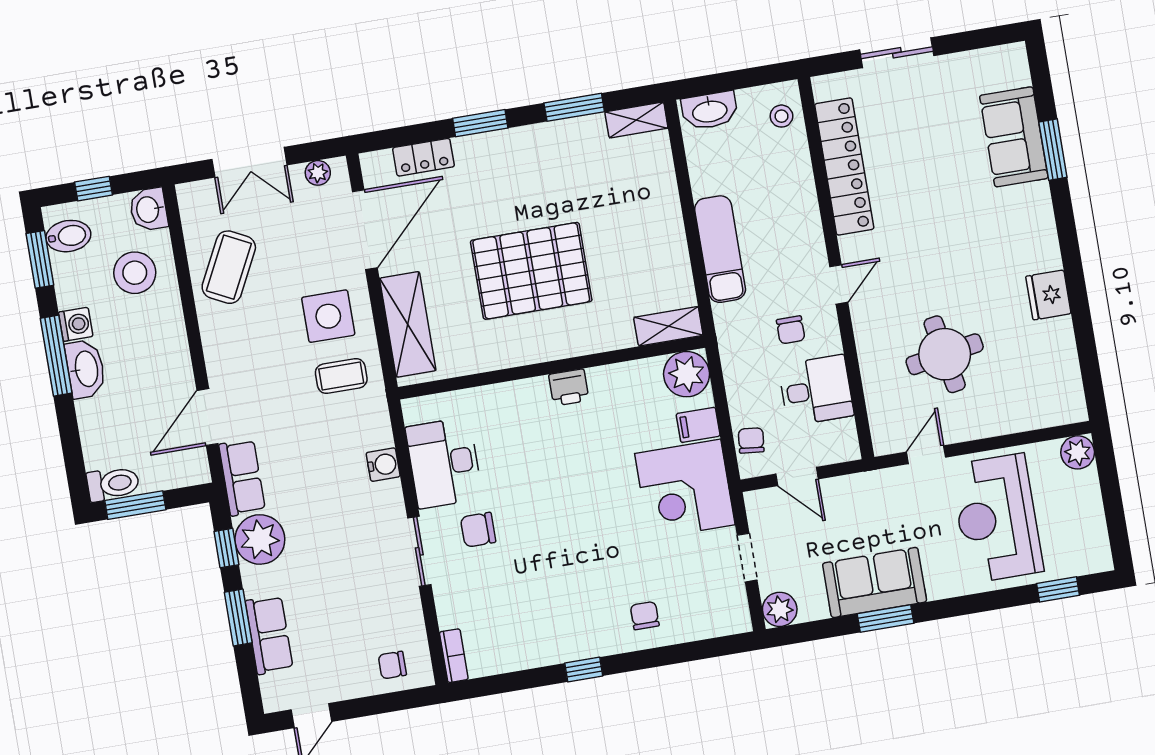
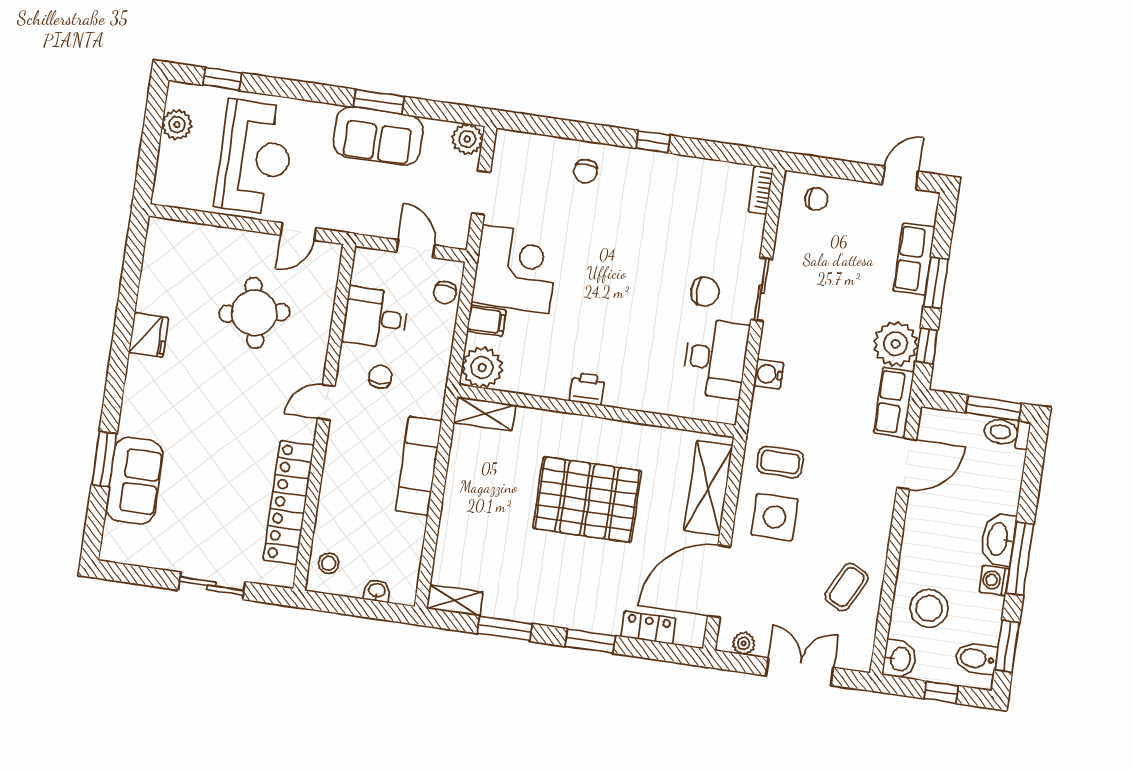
washbasin: (710, 111) -> (377, 591), width x0.52, depth x0.69
coffee table: (229, 267) -> (847, 587), width x0.73, depth x0.77
plant: (1078, 452) -> (177, 125), moved

